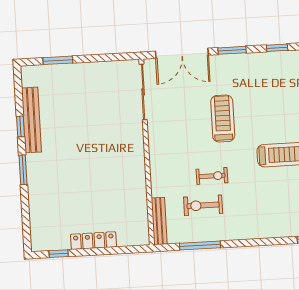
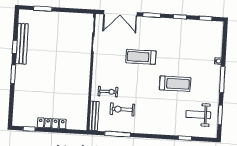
treadmill: (223, 119) -> (141, 57), turned -90
exercise bike: (212, 176) -> (108, 92), moved

